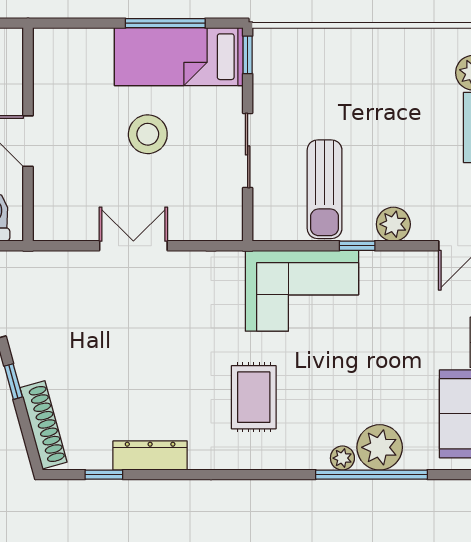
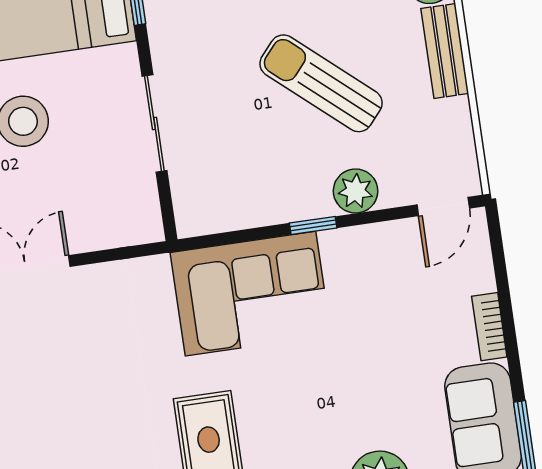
sun lounger: (325, 189) -> (321, 83), moved, turned 131

